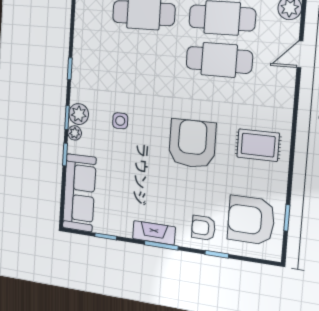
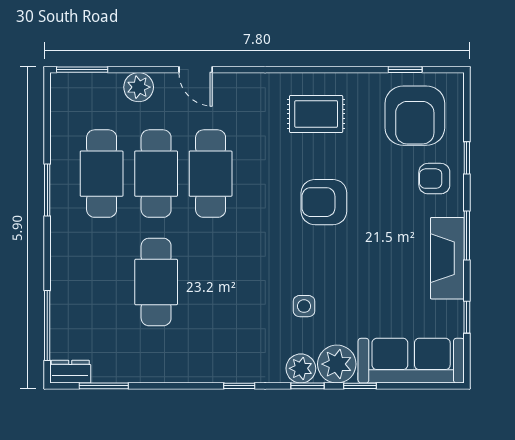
plant: (75, 133) -> (337, 364), width x1.87, depth x1.87
armchair: (192, 144) -> (324, 202), width x0.73, depth x0.73
rug: (258, 145) -> (316, 114), turned 90
armchair: (203, 228) -> (434, 179), turned 90
fireplace: (154, 233) -> (447, 258), width x1.37, depth x1.32

